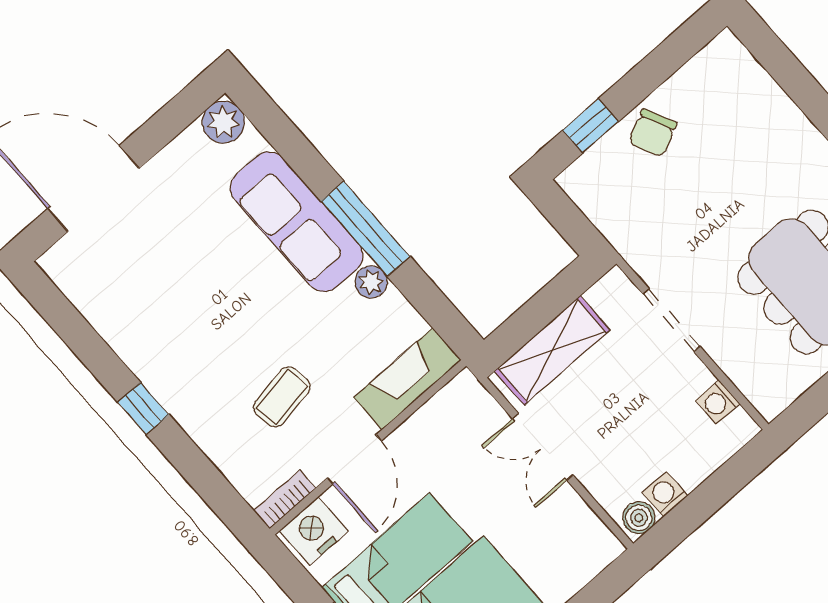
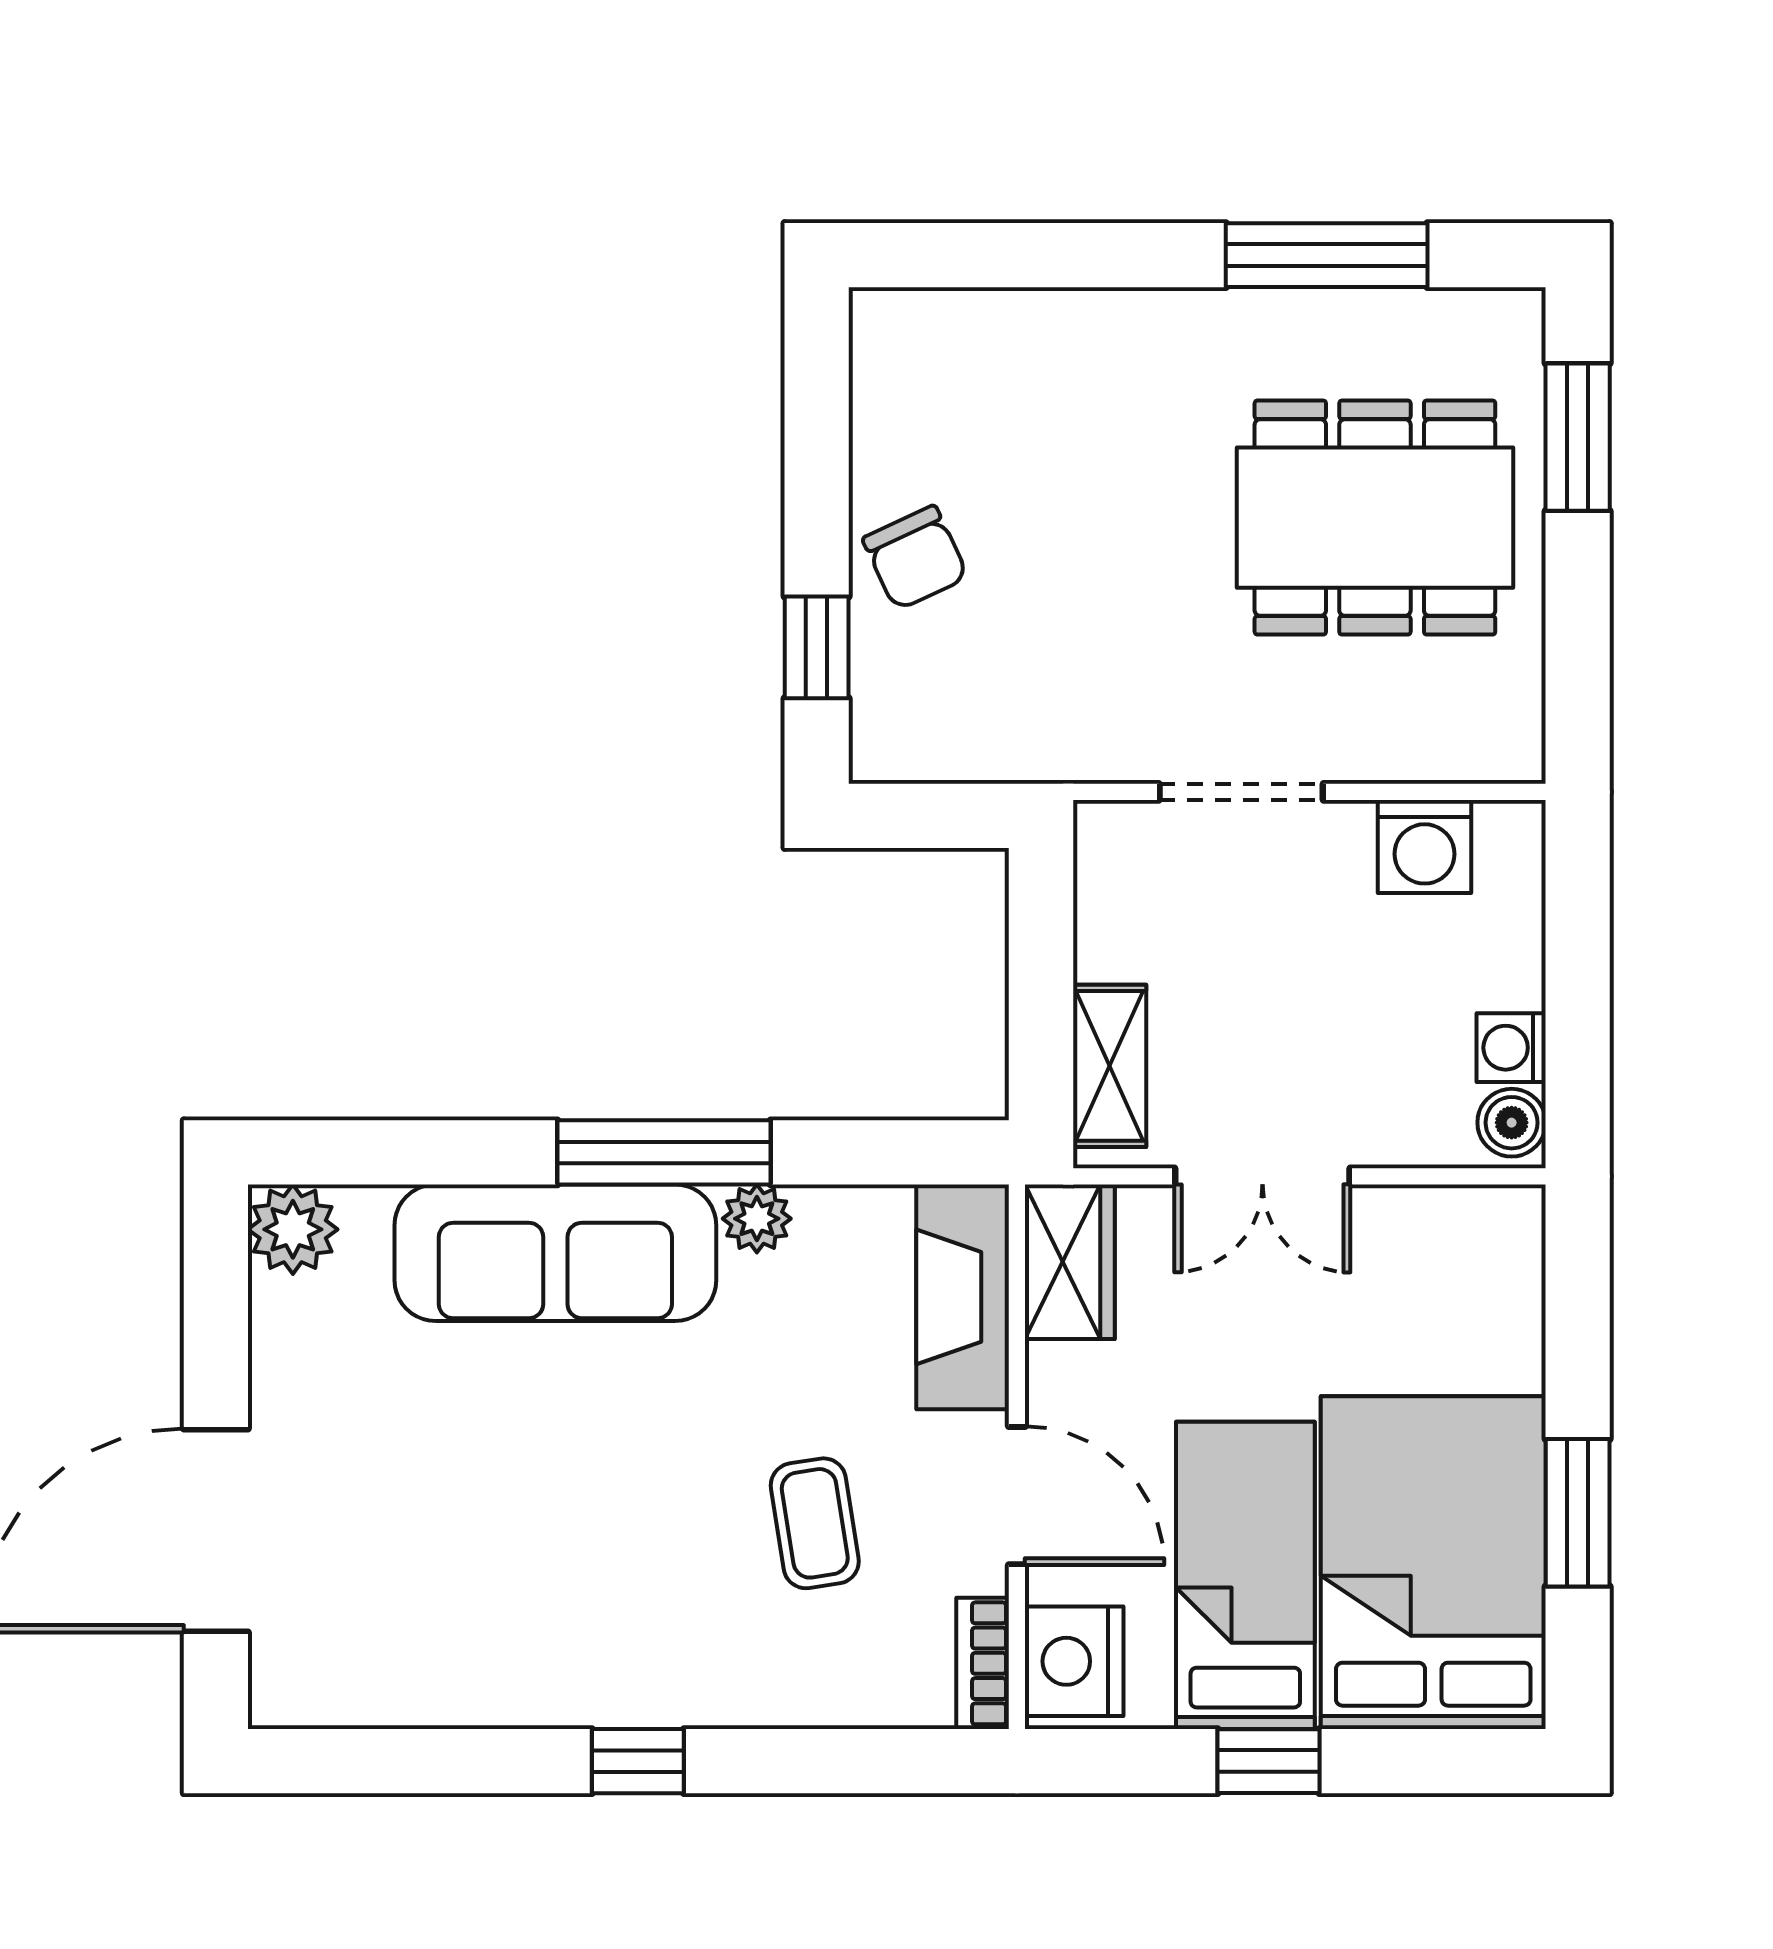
shelving: (552, 350) -> (1110, 1066), width x0.67, depth x0.75
washing machine: (717, 402) -> (1425, 846), width x1.38, depth x1.38
wardrobe: (453, 405) -> (1070, 1262), added

